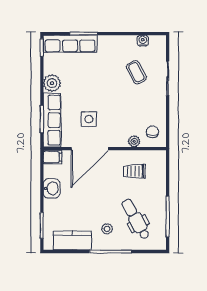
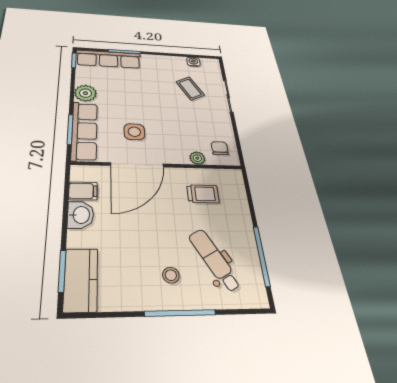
filing cabinet: (53, 157) -> (83, 191), moved
trolley: (134, 171) -> (203, 194), turned 180
kitchen counter: (72, 240) -> (81, 280), moved, turned 90

